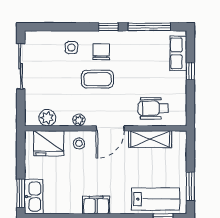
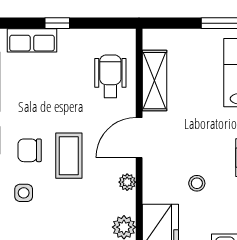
wheelchair: (153, 108) -> (110, 76), turned 180
door: (110, 128) -> (139, 138), swing flipped
stool: (79, 143) -> (197, 183), moved

